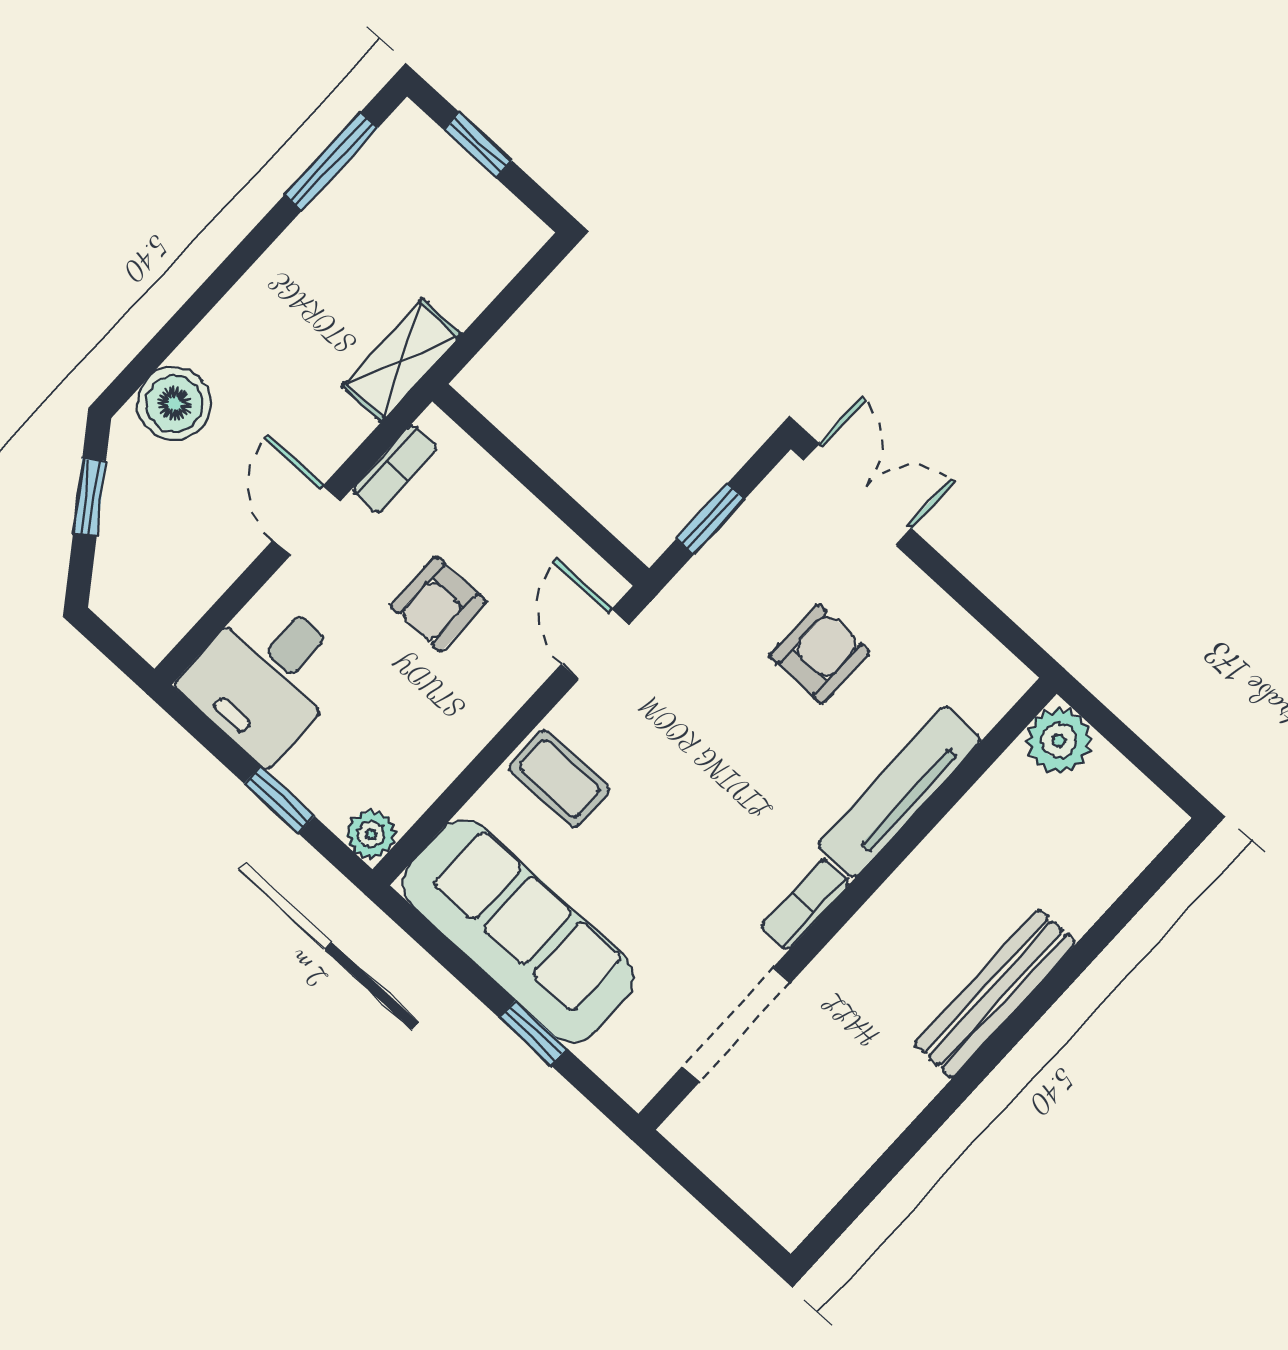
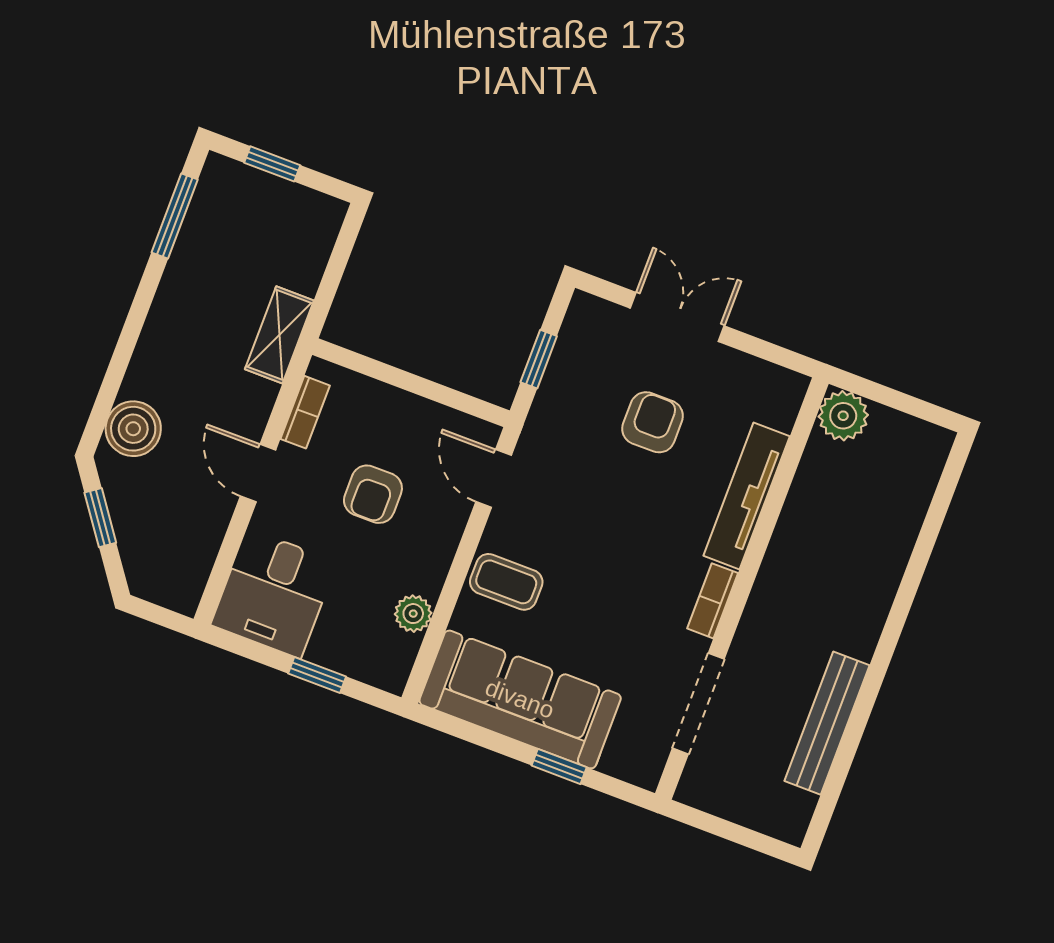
double door: (858, 495) -> (677, 317), moved
plant: (371, 834) -> (413, 614), moved
bench: (995, 994) -> (827, 723), moved

